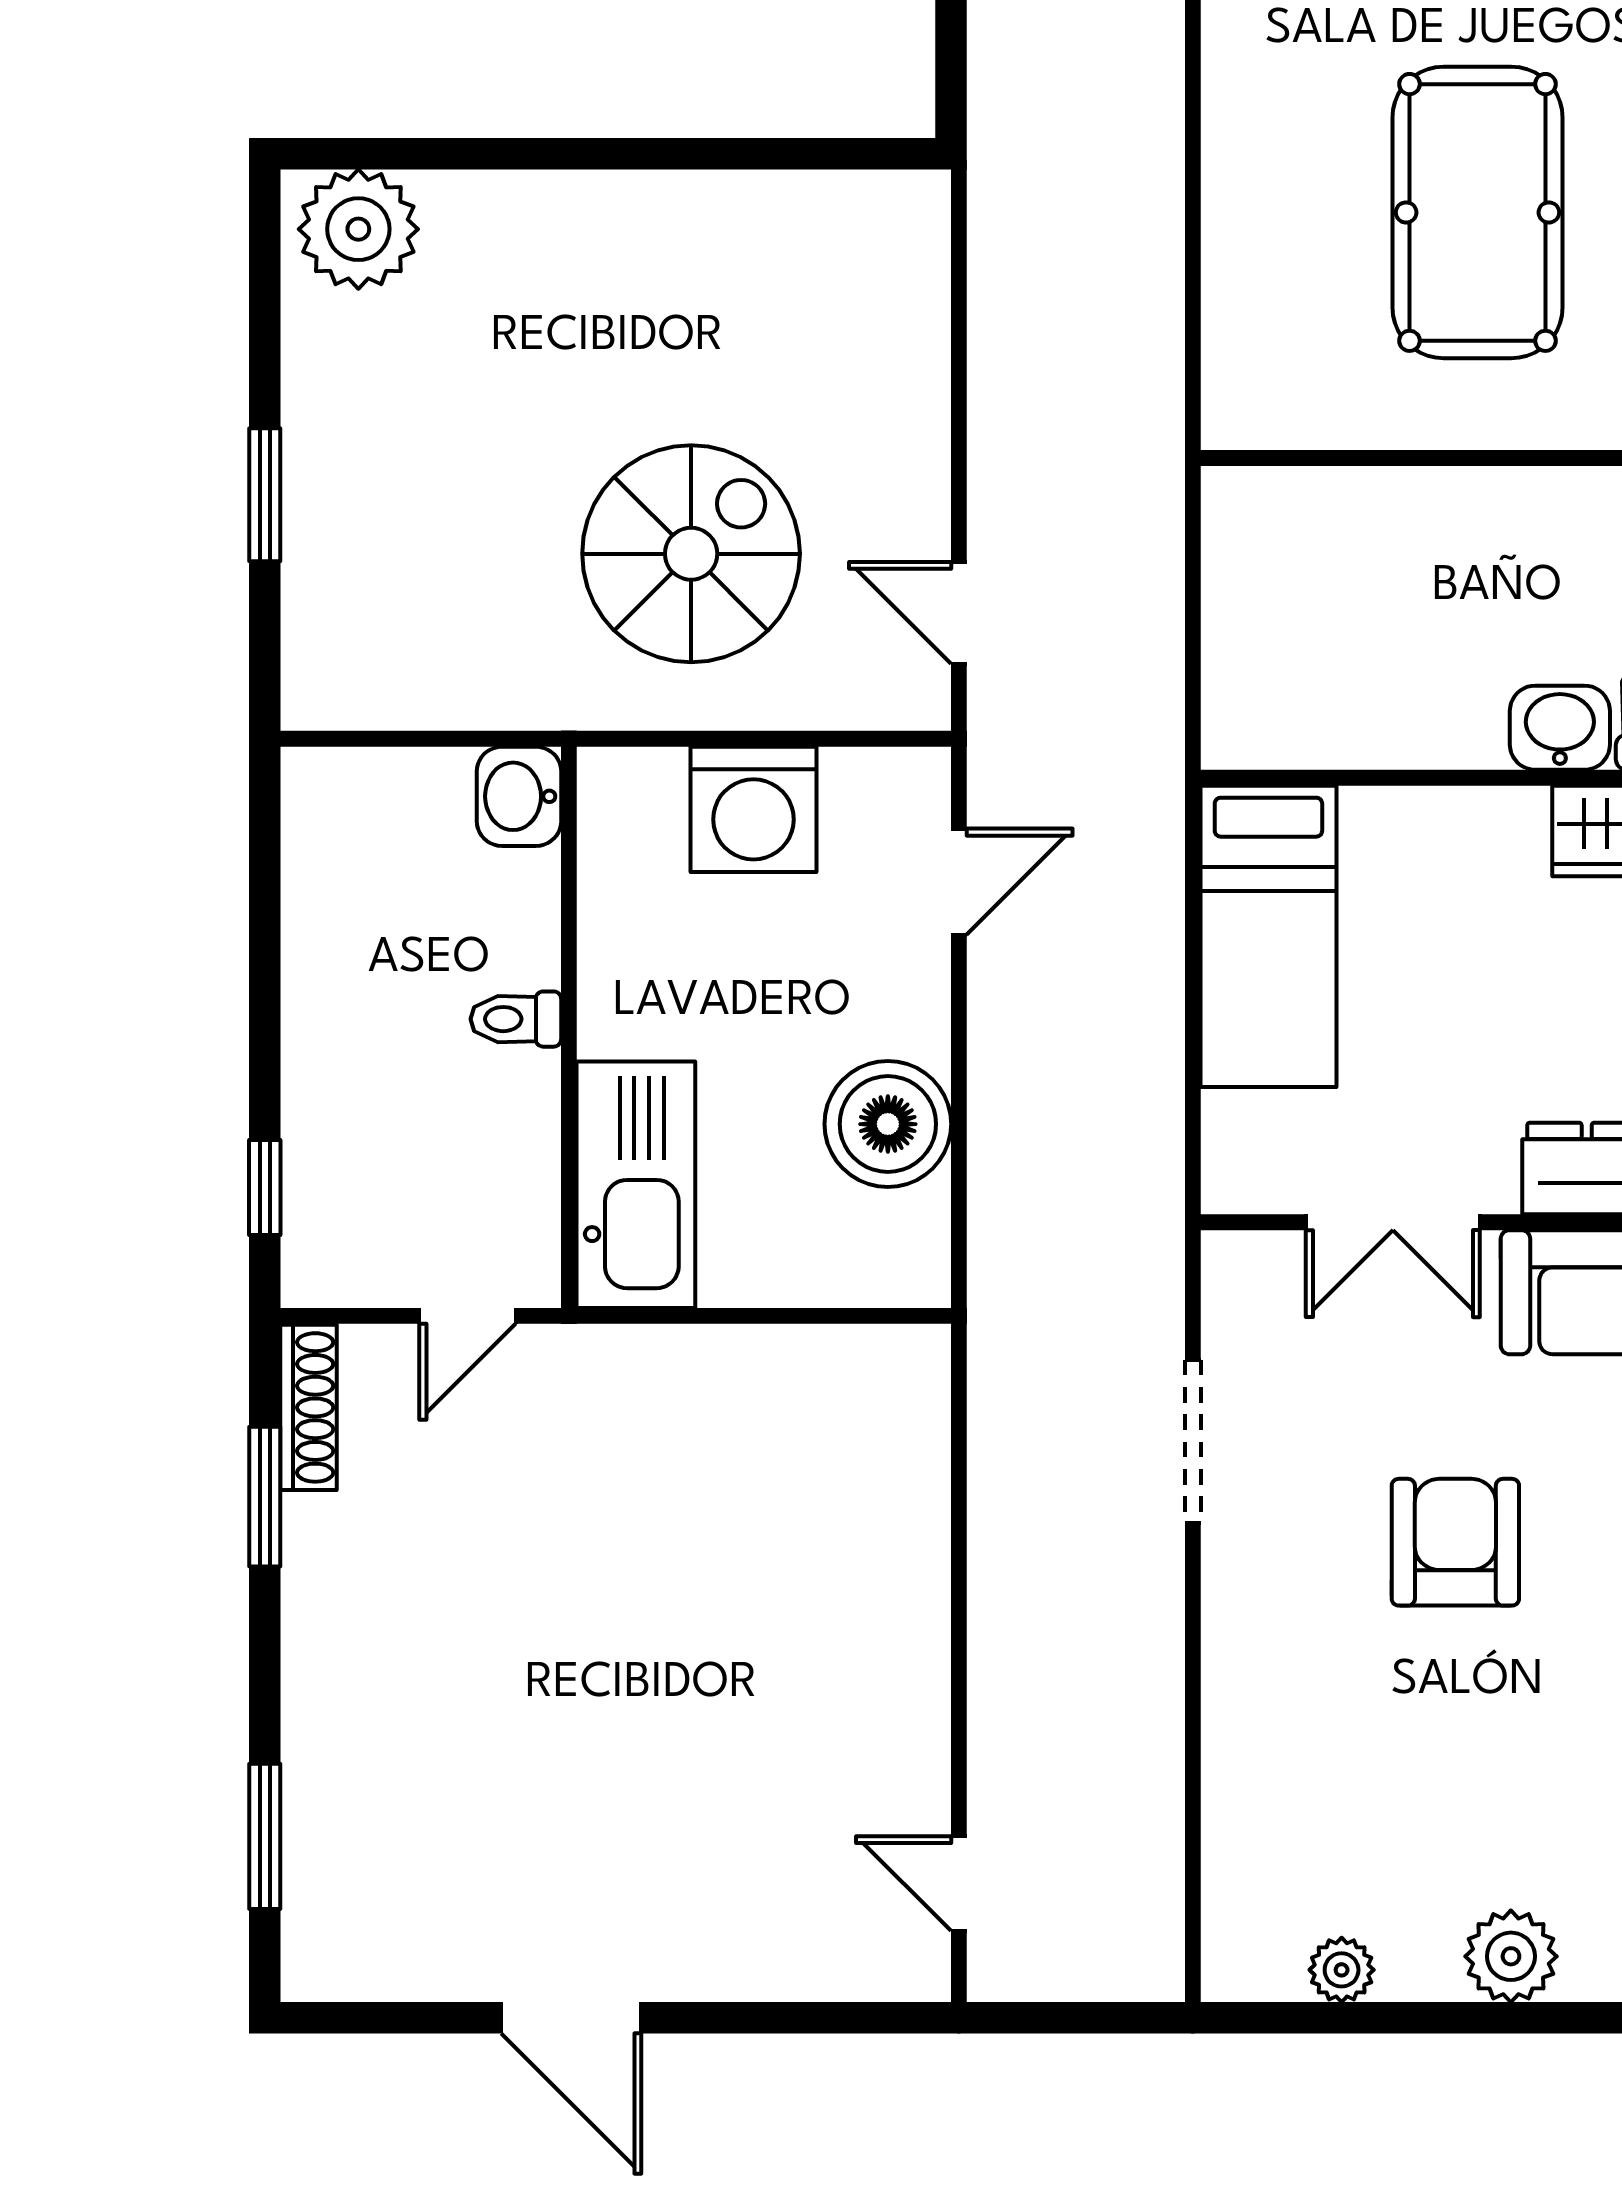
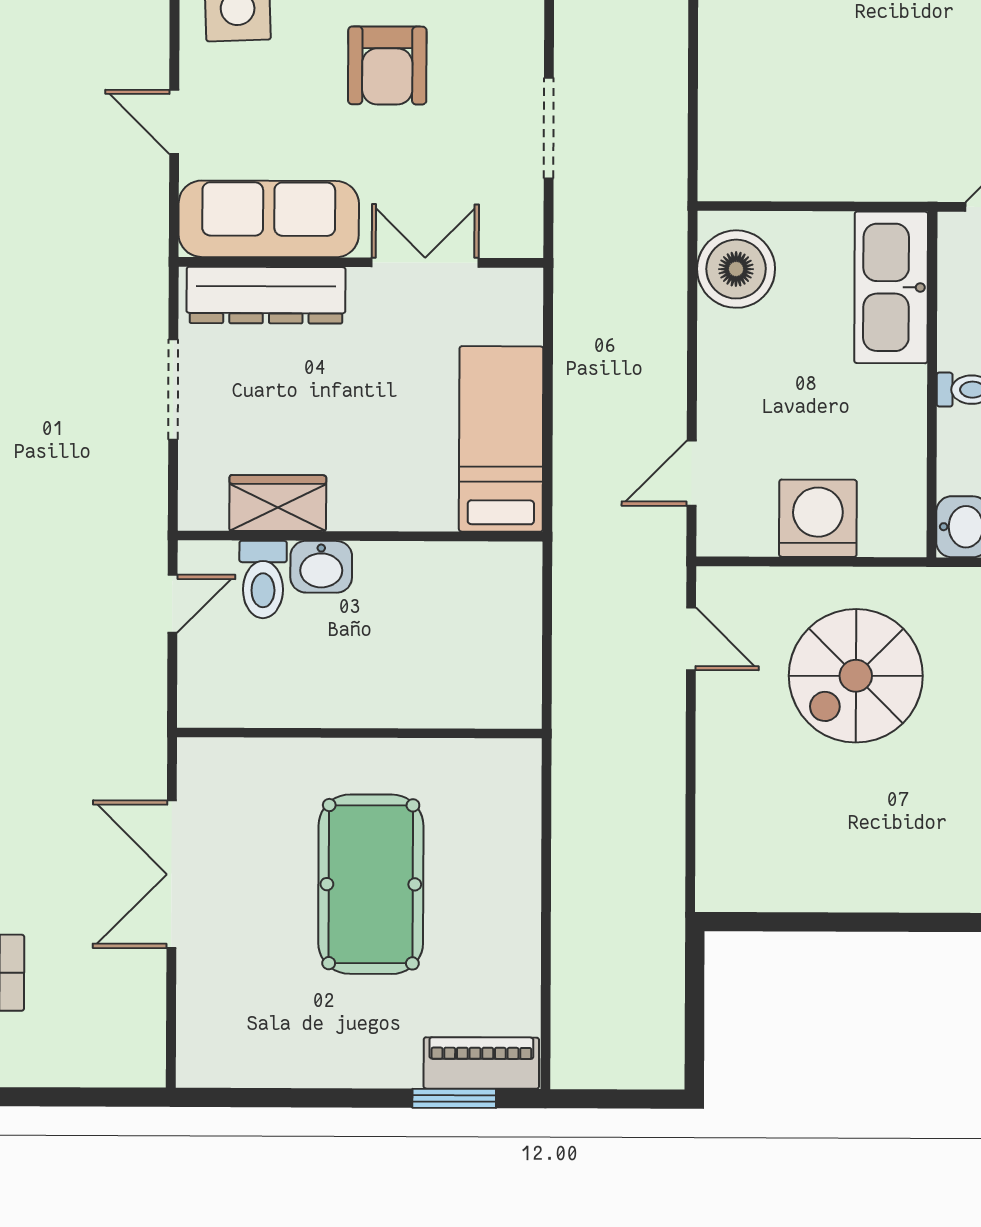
boiler: (888, 1124) -> (736, 269), moved

